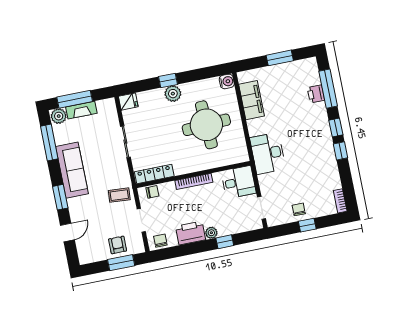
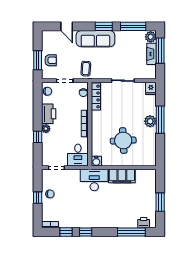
window: (168, 81) -> (160, 120), width x2.17
water cooler: (227, 81) -> (96, 161), moved
printer: (316, 94) -> (144, 223), moved
filing cabinet: (251, 100) -> (122, 176), moved
round table: (206, 125) -> (123, 141), width x0.73, depth x0.73
window: (336, 128) -> (66, 232), moved
sofa: (72, 170) -> (95, 39), moved
window: (60, 197) -> (104, 26), moved

